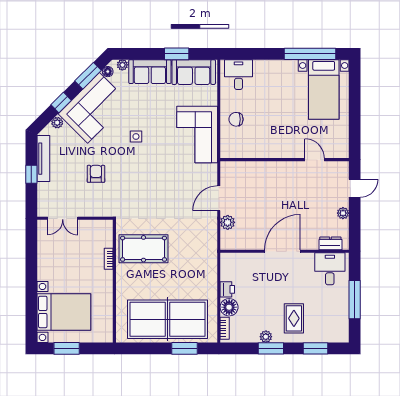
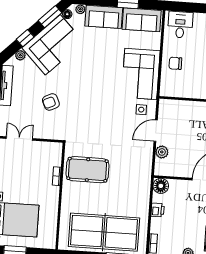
side table: (136, 136) -> (141, 110), moved
armchair: (96, 174) -> (51, 102), turned -115
double door: (63, 218) -> (19, 138), swing flipped
floor lamp: (229, 307) -> (161, 186), moved

